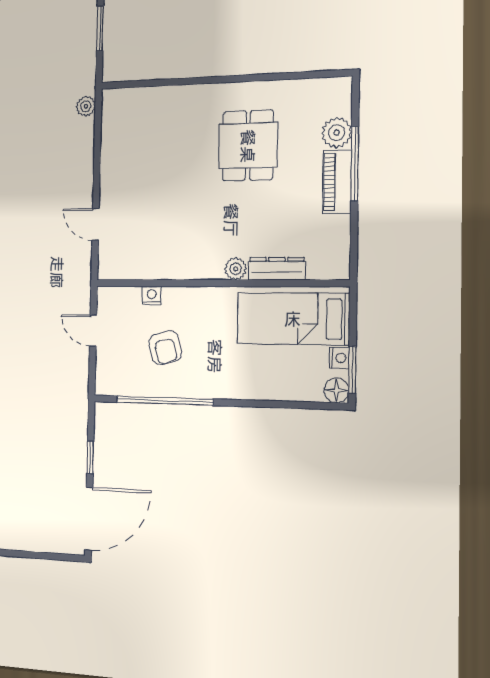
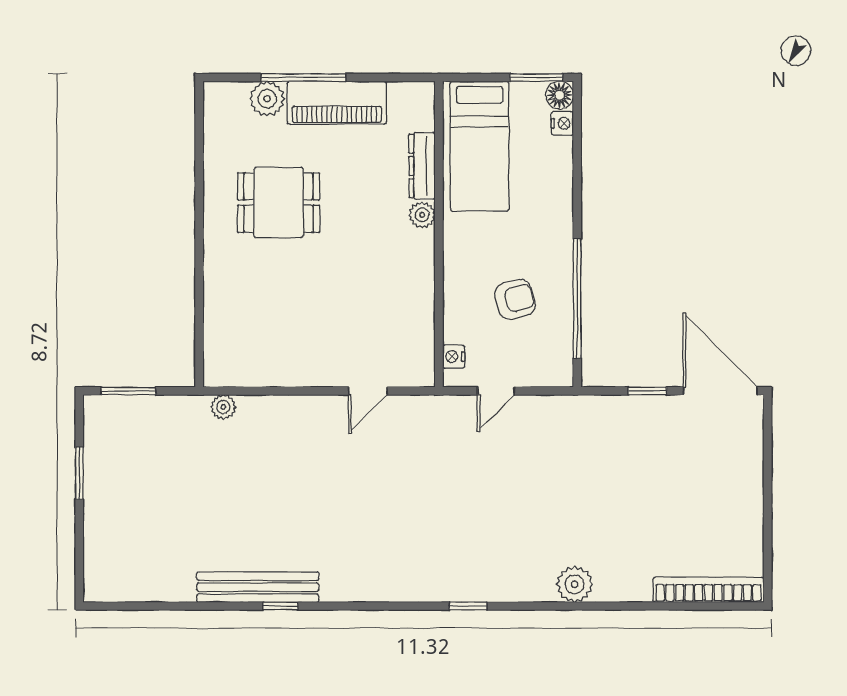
piano: (337, 182) -> (337, 103), width x1.37, depth x1.33
nightstand: (152, 296) -> (454, 357), moved
nightstand: (339, 358) -> (562, 123), moved, turned 90

